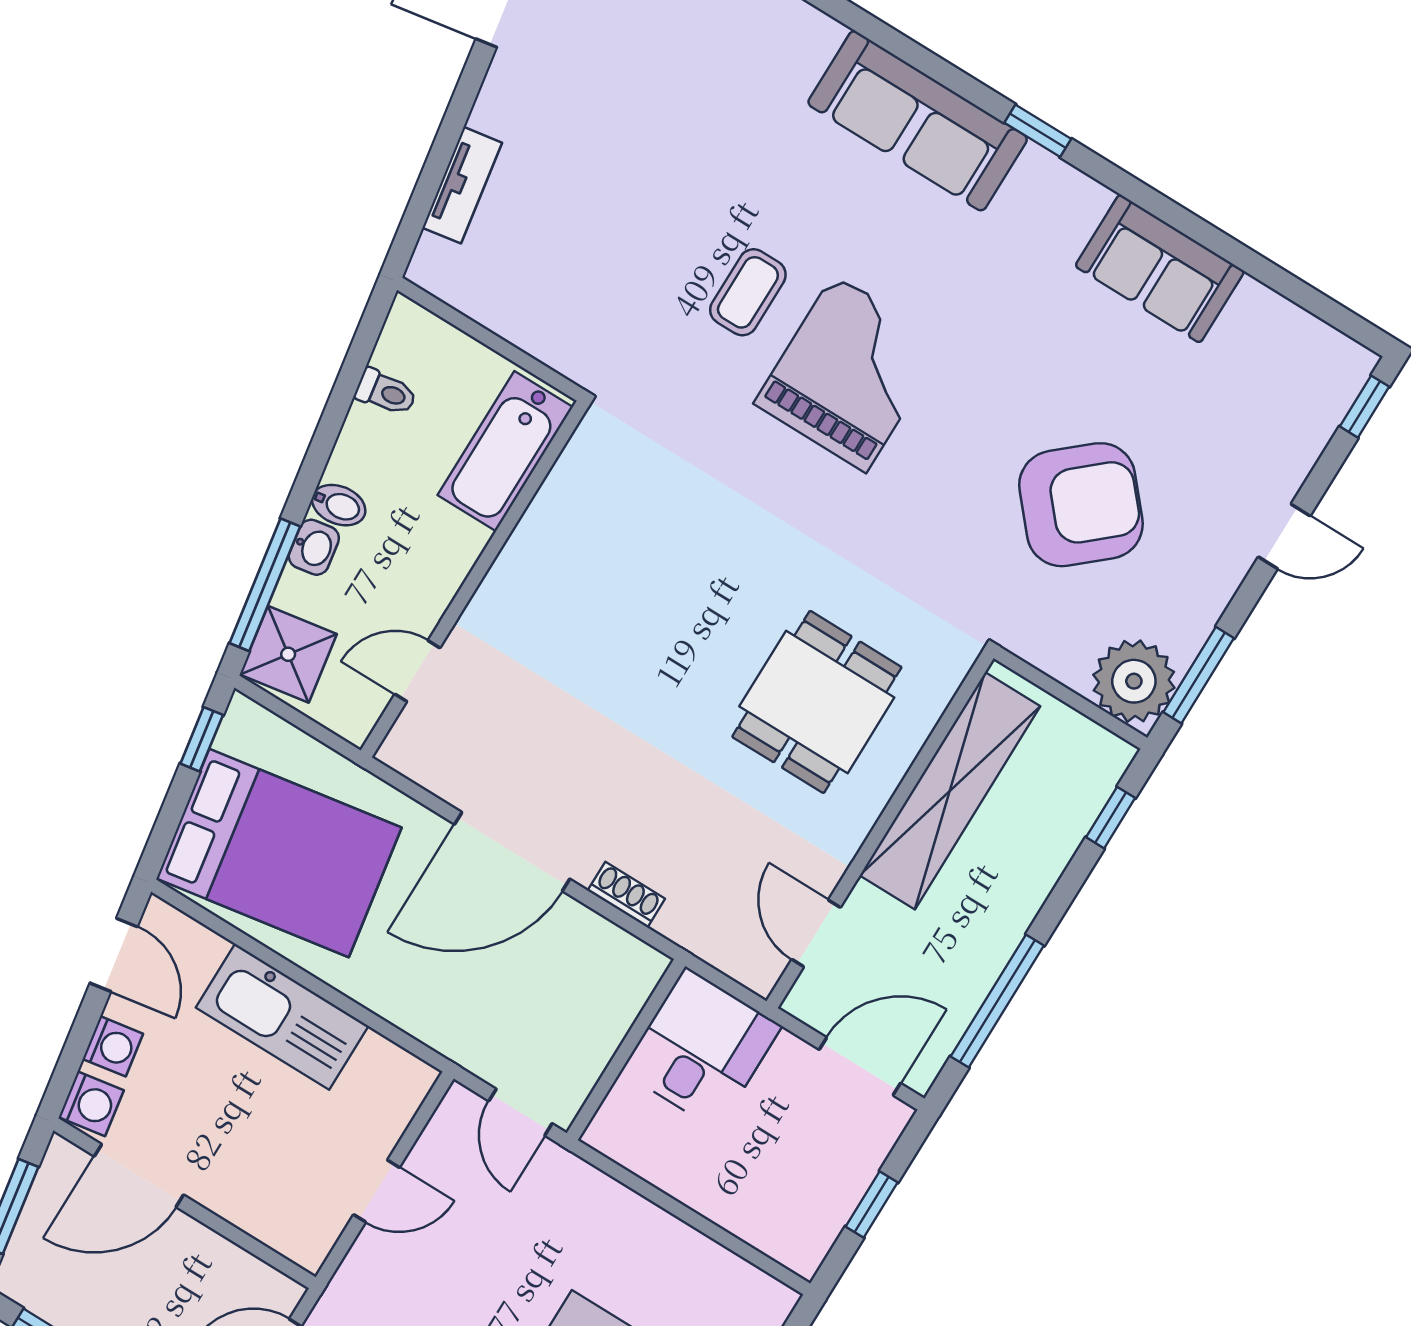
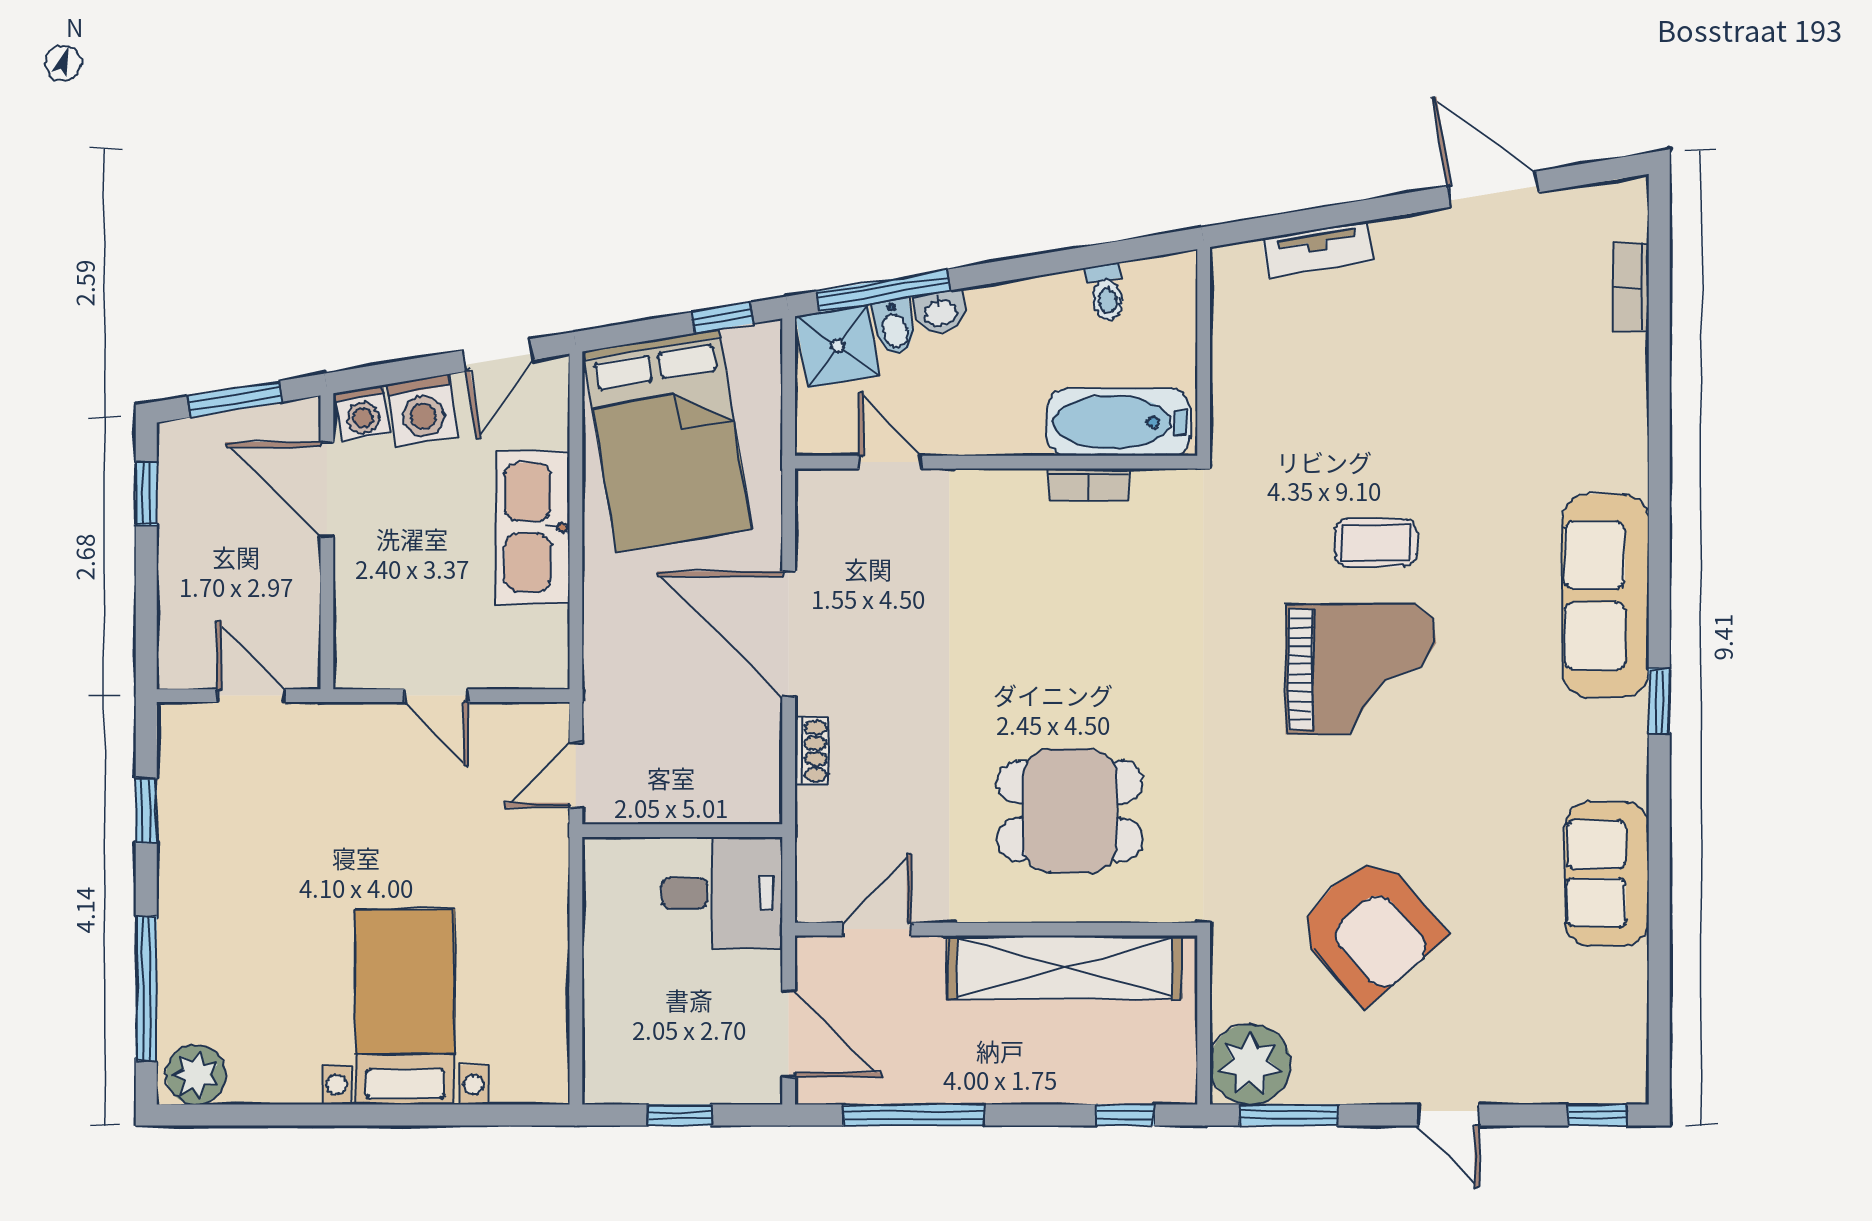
bidet: (339, 505) -> (894, 327), moved
bookcase: (543, 510) -> (1089, 485), added
washing machine: (113, 1046) -> (423, 410), width x1.38, depth x1.38

